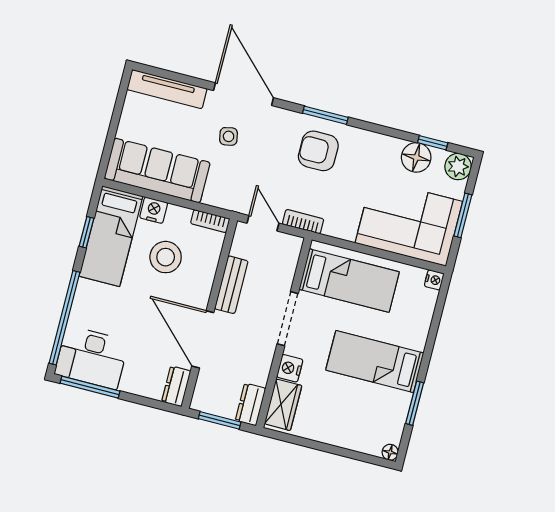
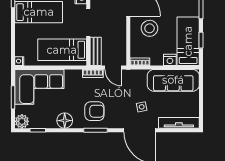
floor lamp: (416, 157) -> (65, 121), moved
stool: (166, 257) -> (150, 28), moved
bench: (231, 285) -> (96, 51), moved

